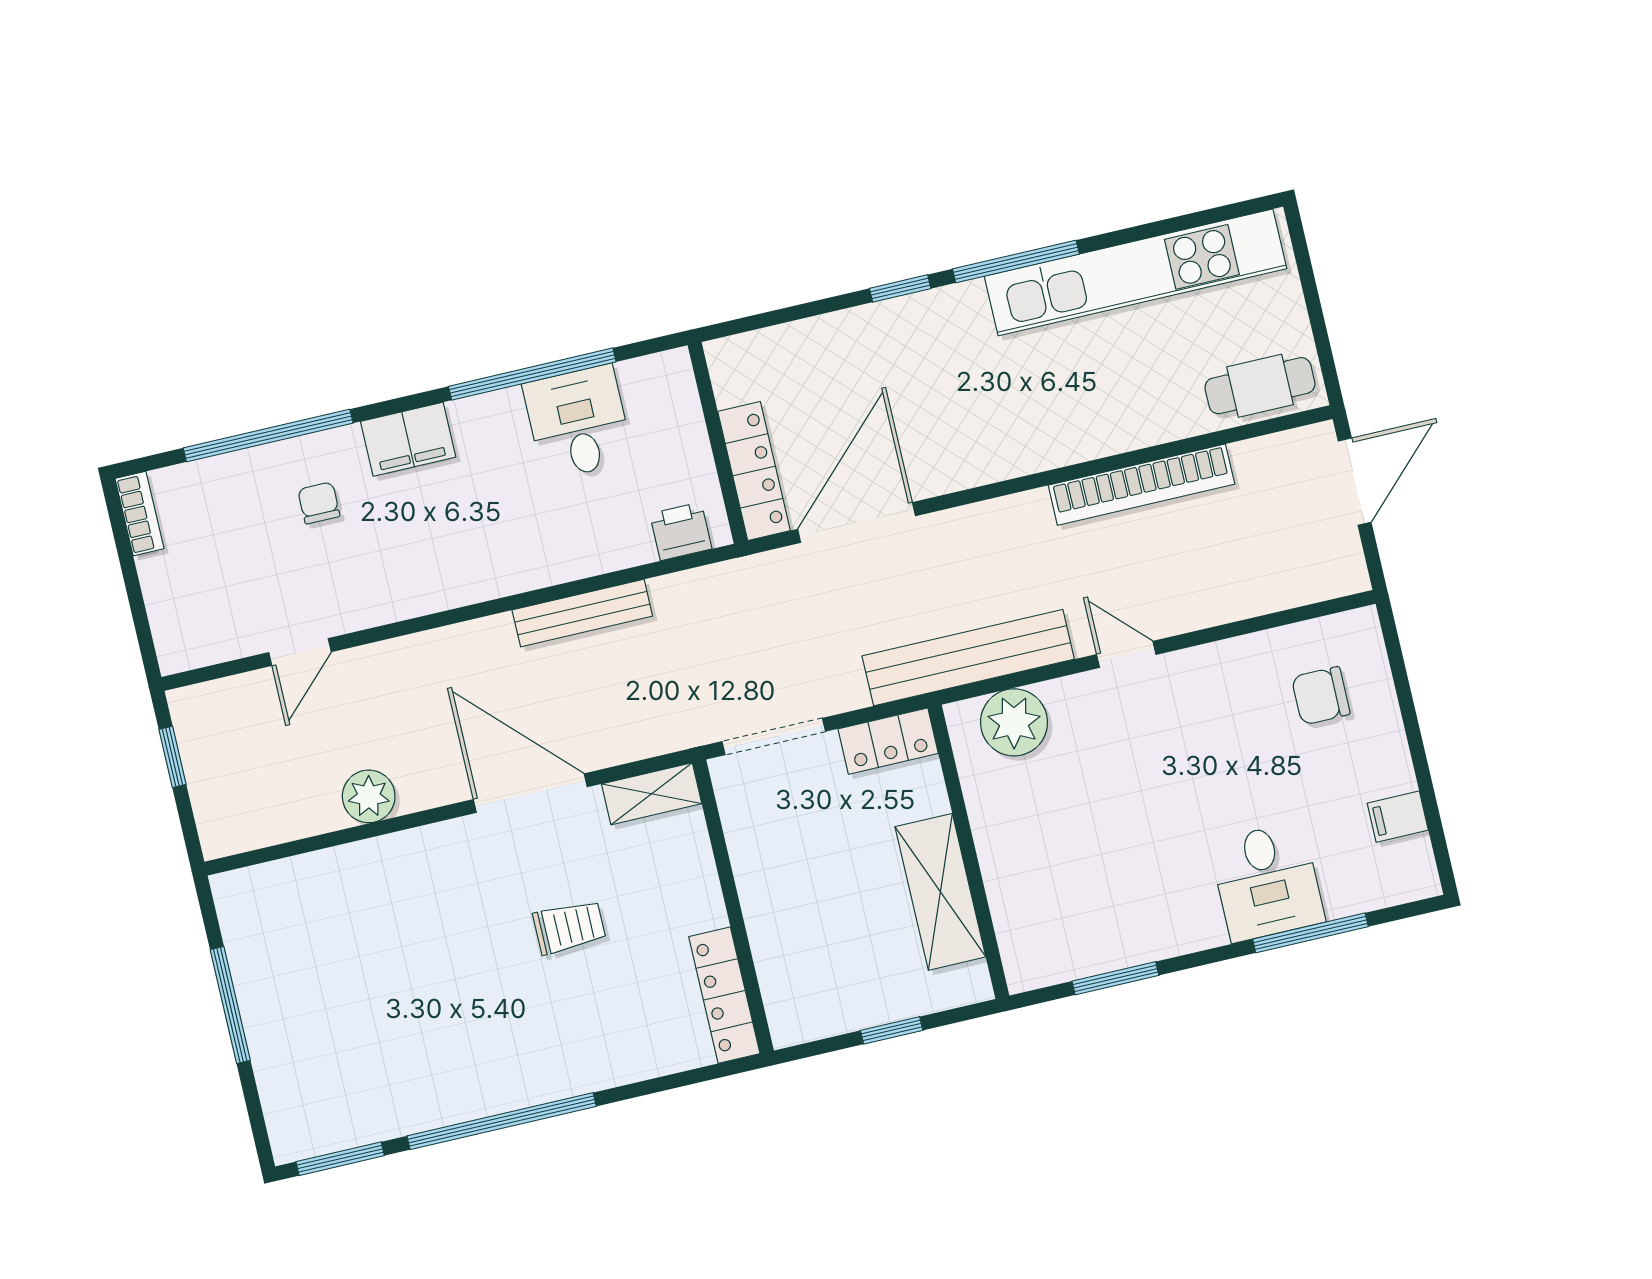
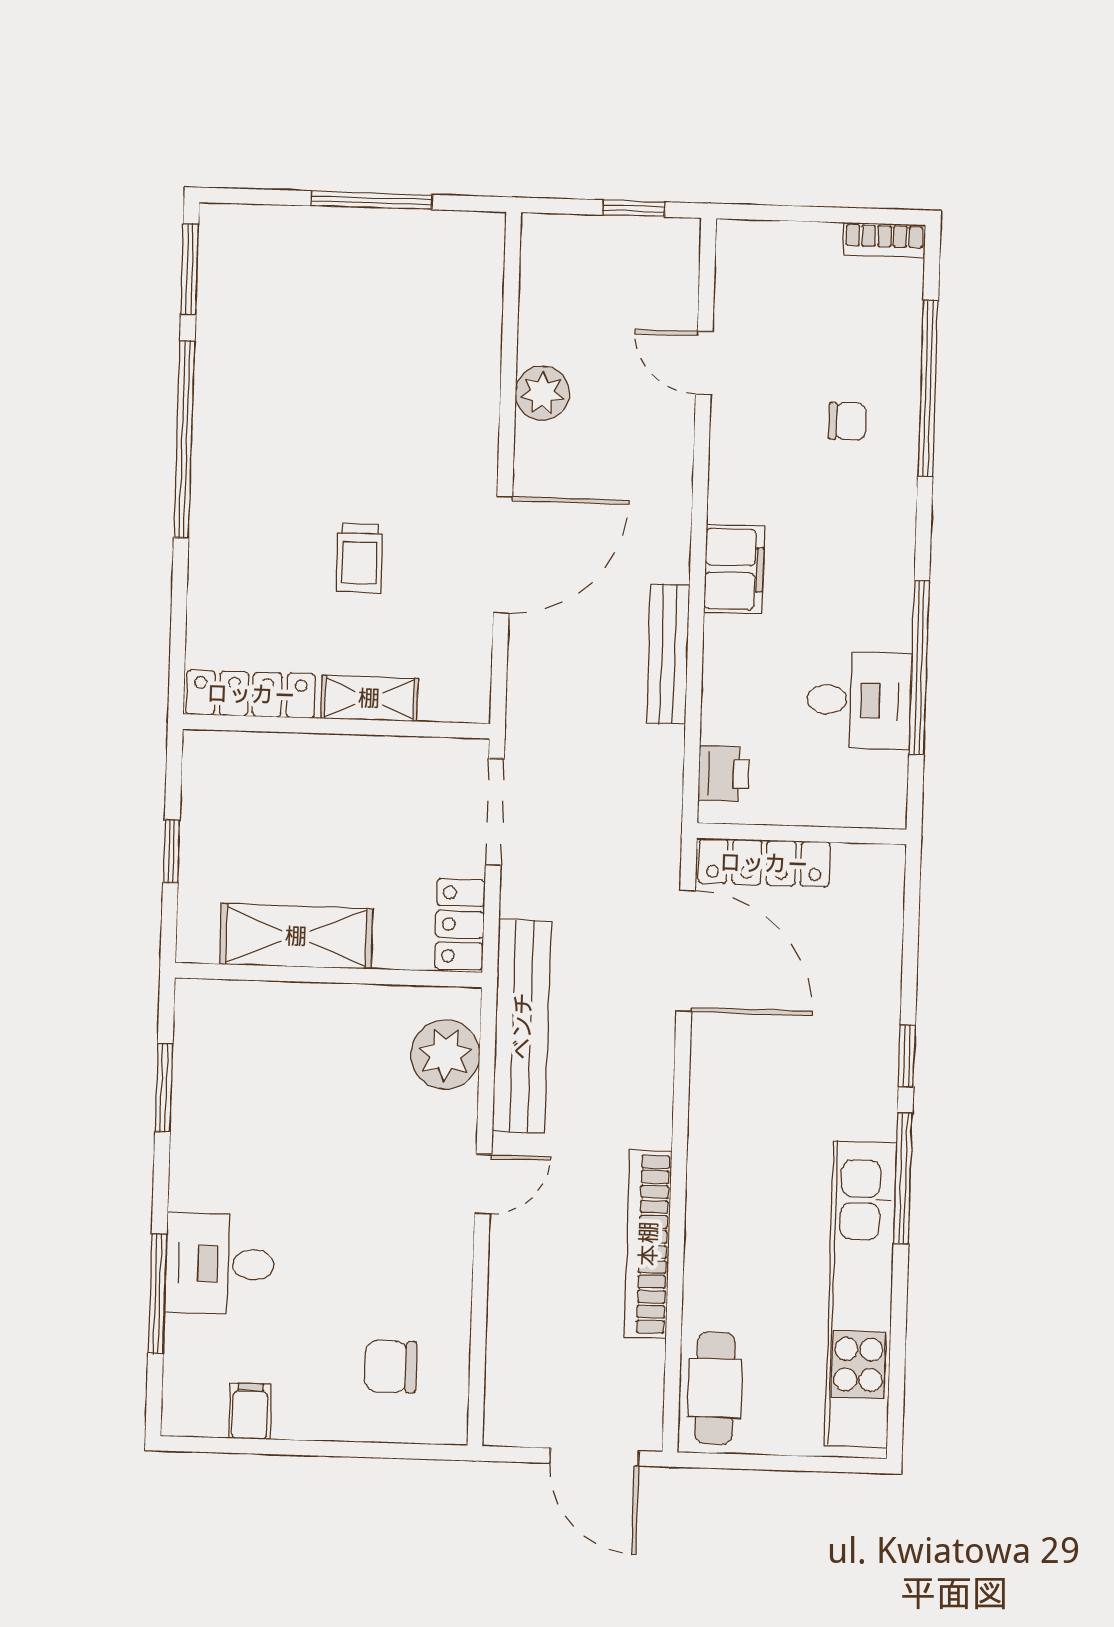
filing cabinet: (408, 439) -> (734, 569), moved, turned 180
chair: (1321, 696) -> (391, 1367), turned -90
shelving: (652, 794) -> (369, 698), moved, turned 90

